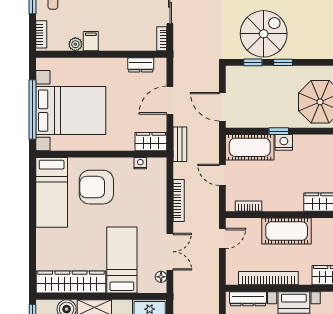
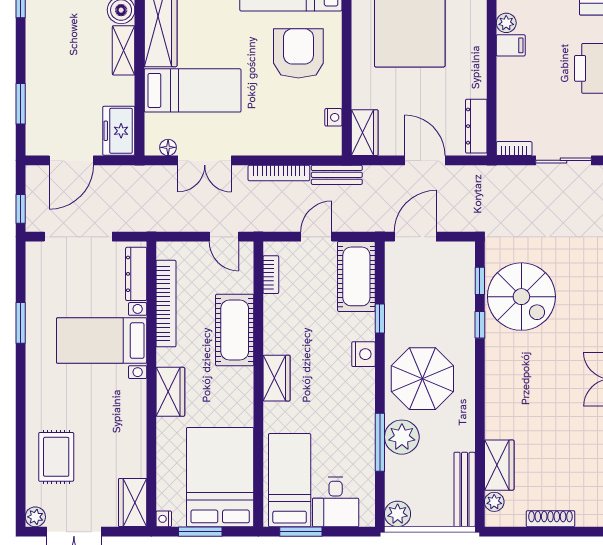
dresser: (141, 65) -> (476, 126), width x1.44
nightstand: (284, 142) -> (364, 354), moved
bench: (180, 144) -> (337, 175), moved

